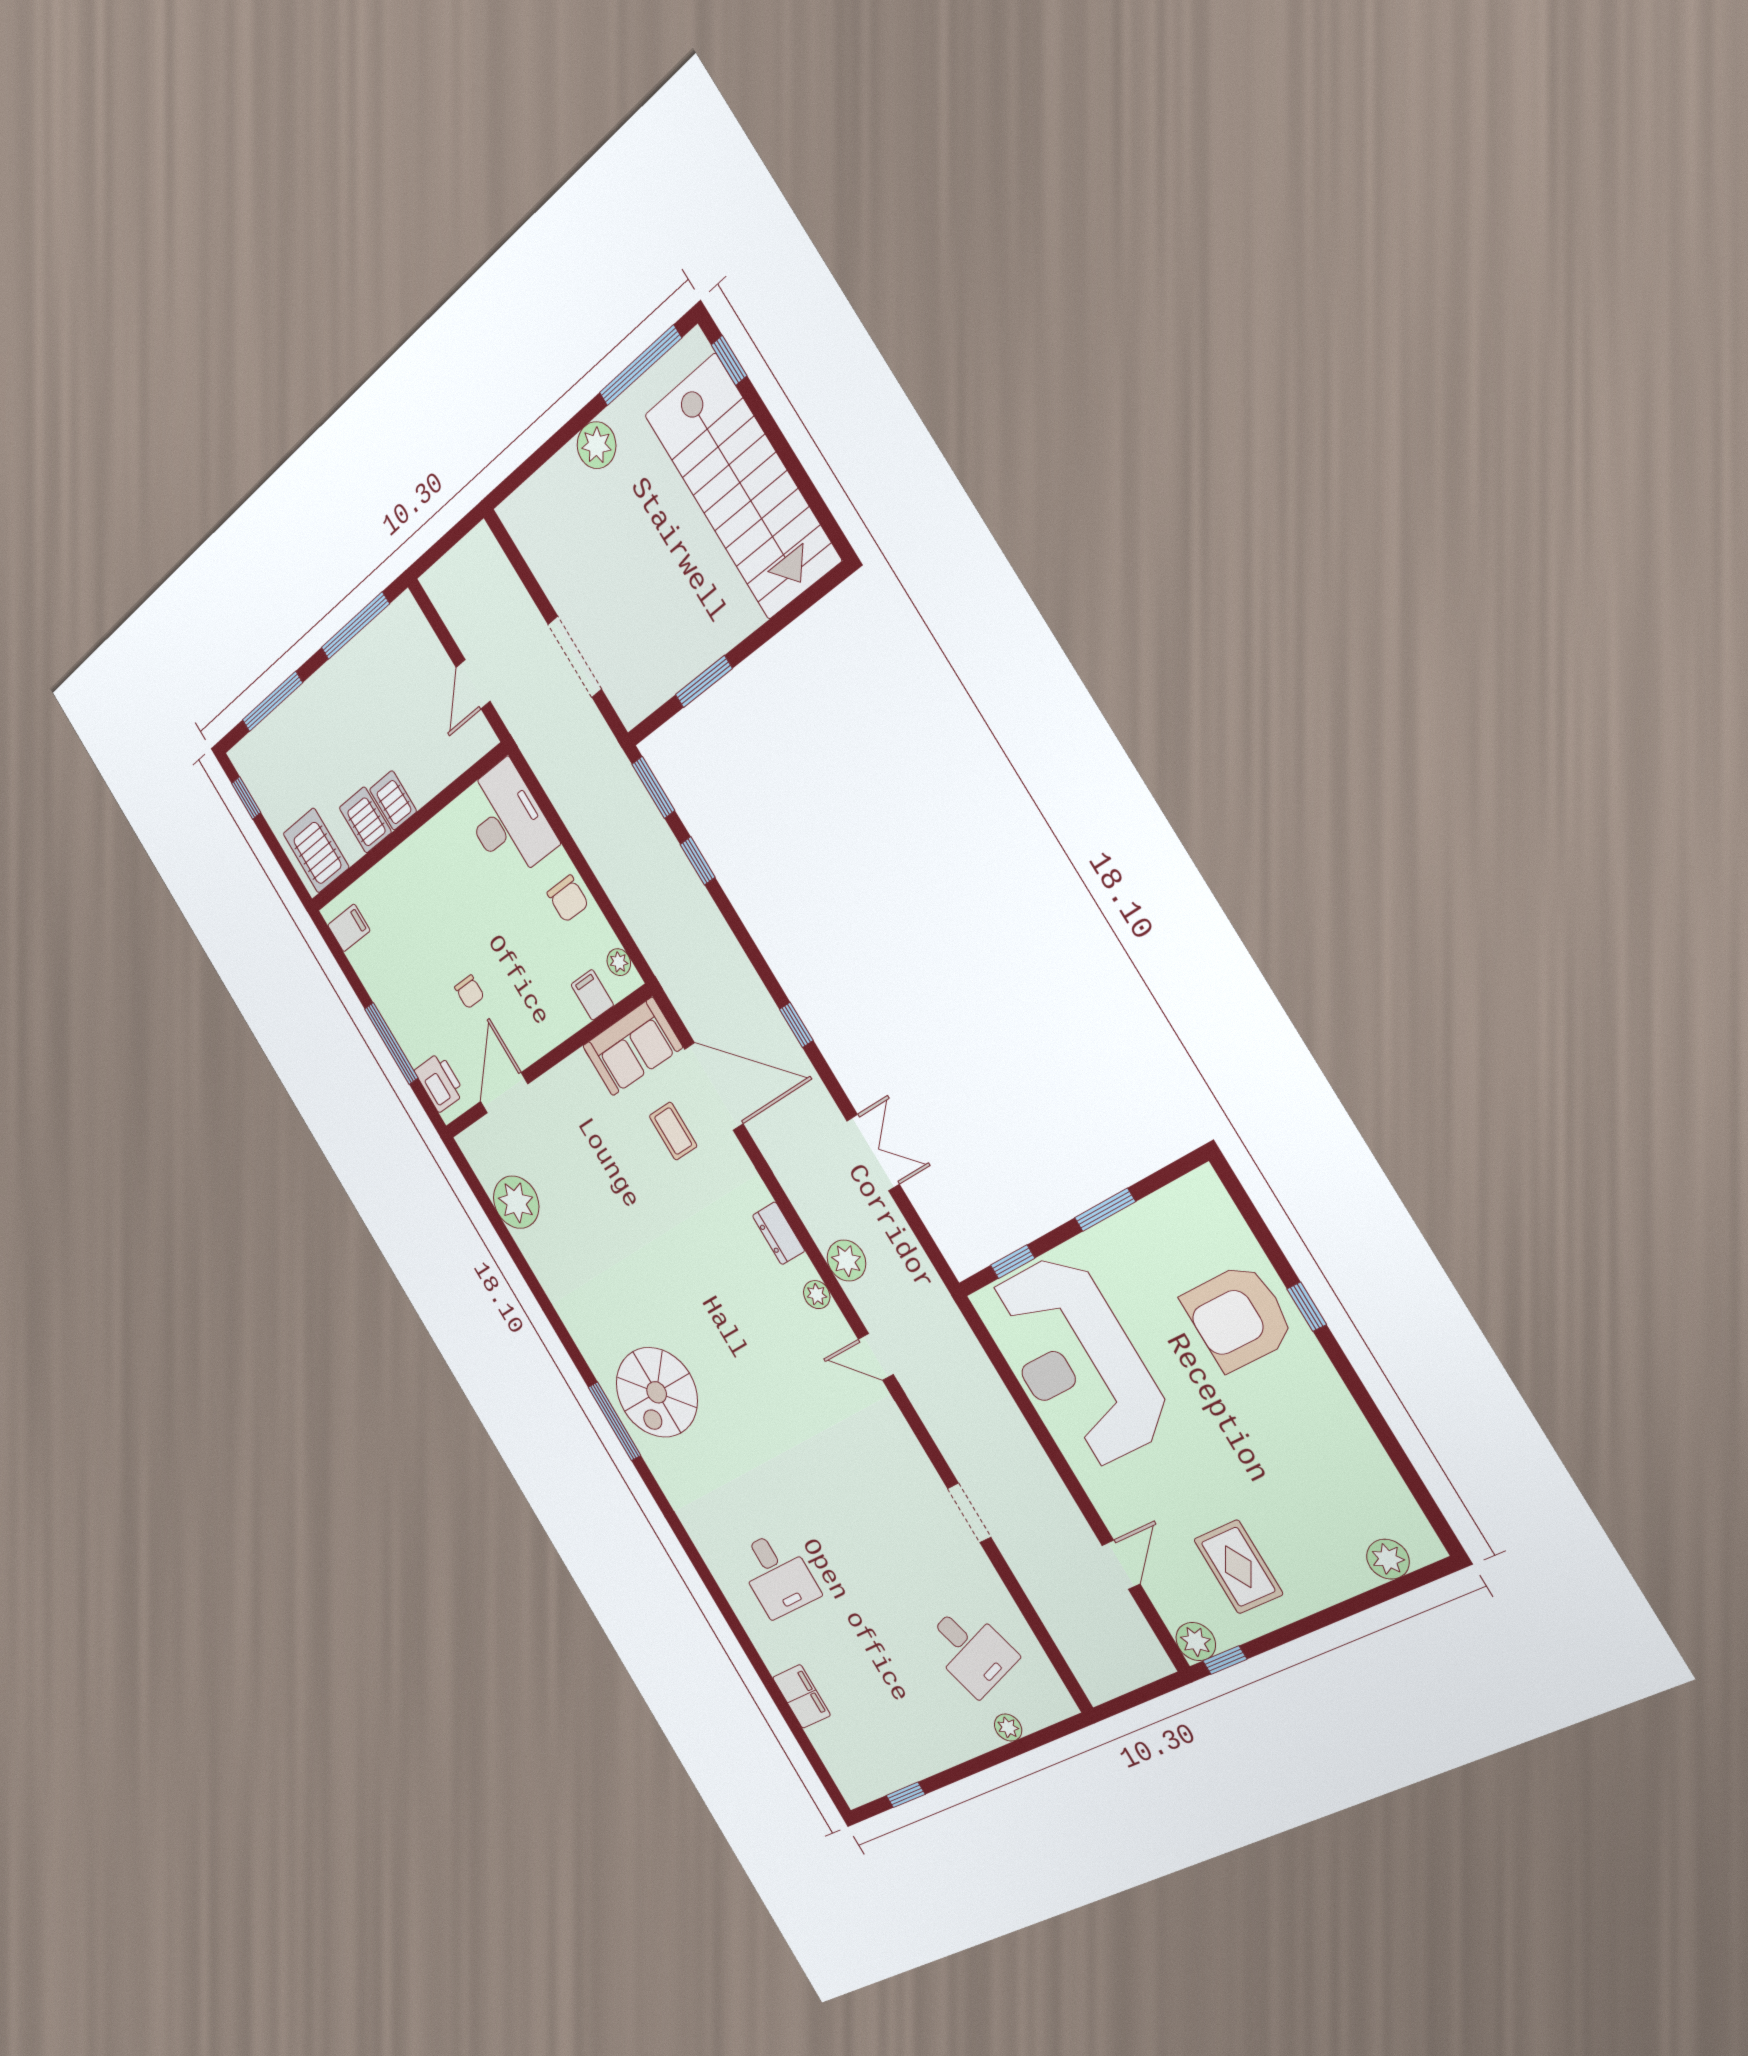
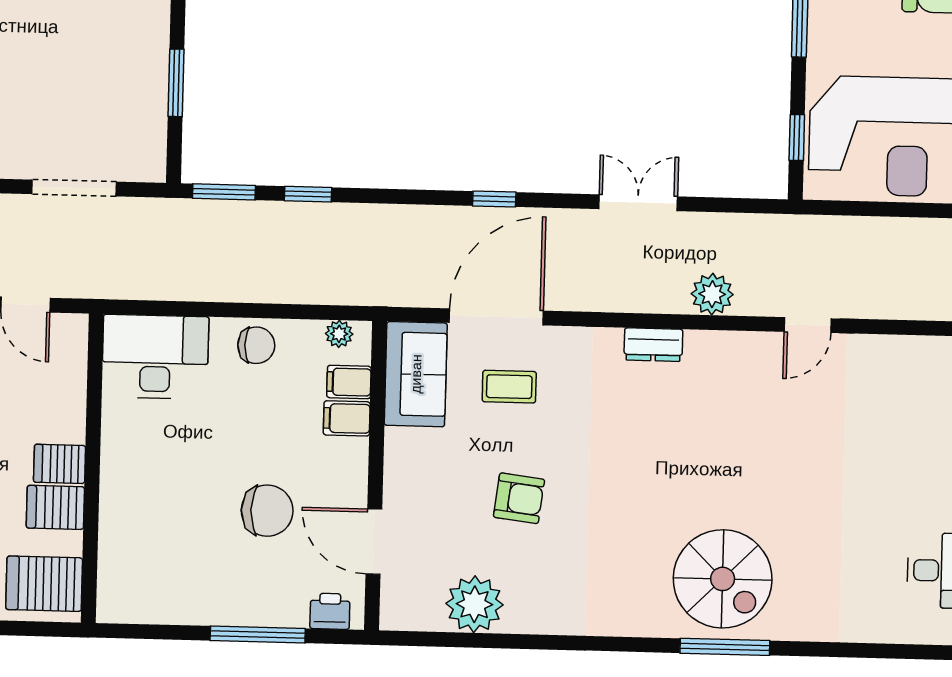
filing cabinet: (349, 928) -> (347, 418), moved, turned -90
chair: (469, 992) -> (267, 511), width x1.87, depth x1.87
printer: (440, 1082) -> (330, 611), width x0.73, depth x0.81
armchair: (605, 1191) -> (519, 498), added
plant: (817, 1295) -> (725, 345), removed

